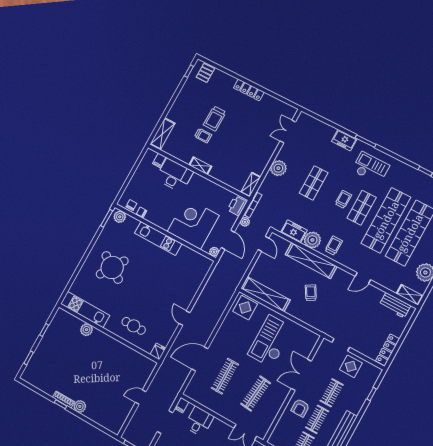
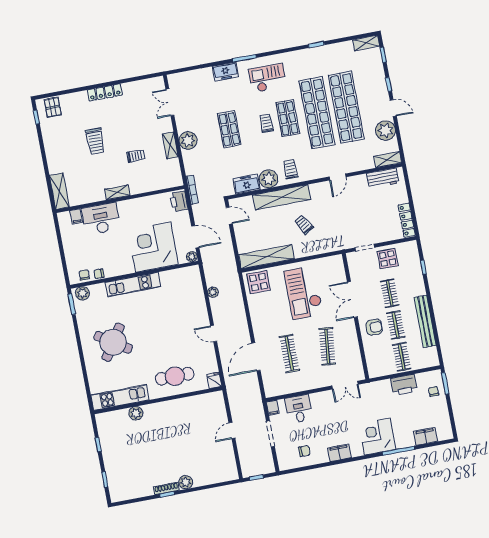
trolley: (203, 136) -> (136, 156), moved
shelving: (251, 185) -> (170, 145), moved
plant: (245, 222) -> (213, 292), moved
cafe table: (134, 326) -> (175, 376), width x1.37, depth x1.35
armchair: (300, 408) -> (374, 327), turned -90

